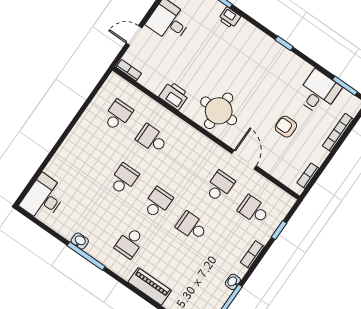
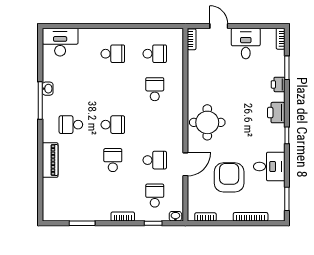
desk: (318, 92) -> (269, 166), moved
printer: (174, 96) -> (276, 113), moved, turned 180
armchair: (286, 127) -> (229, 177), width x1.88, depth x1.88
school desk: (124, 179) -> (113, 54), moved
washbasin: (233, 282) -> (175, 216), moved

